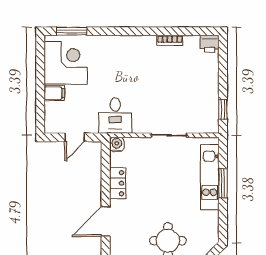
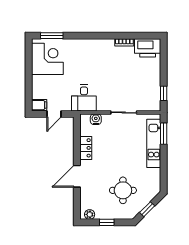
printer: (210, 44) -> (148, 48), width x1.87, depth x1.48
filing cabinet: (54, 93) -> (39, 105), moved
water cooler: (117, 144) -> (96, 119), moved
window: (223, 183) -> (164, 134), moved

